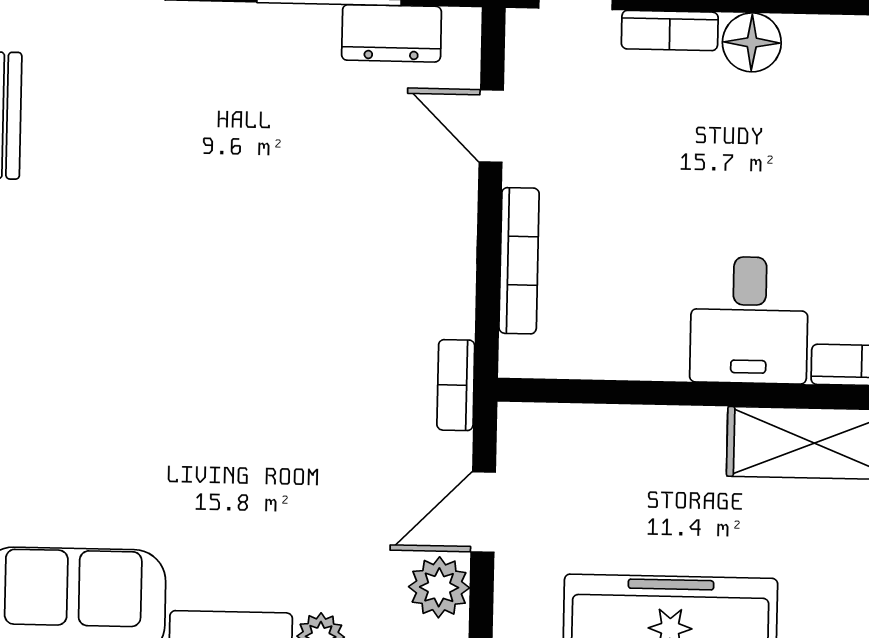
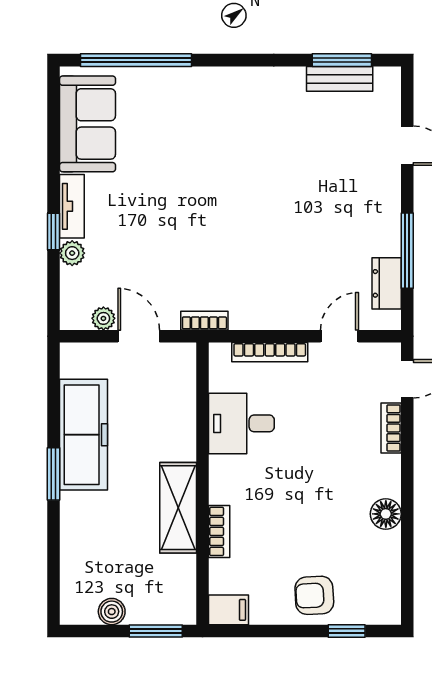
floor lamp: (752, 42) -> (386, 514), moved
desk: (749, 320) -> (241, 423), moved
plant: (439, 587) -> (103, 318), width x0.73, depth x0.73

